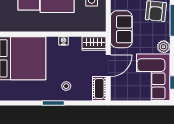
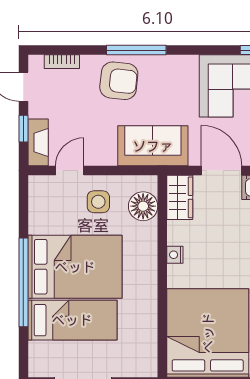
floor lamp: (89, 24) -> (143, 206), added
plant: (164, 47) -> (186, 66), removed

